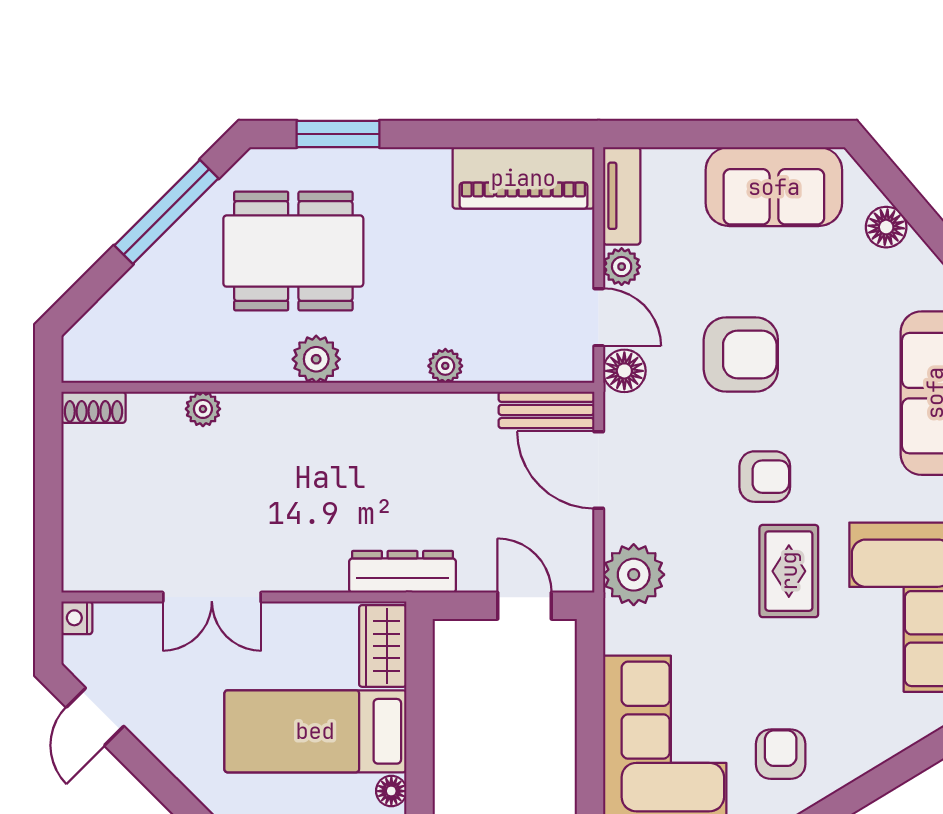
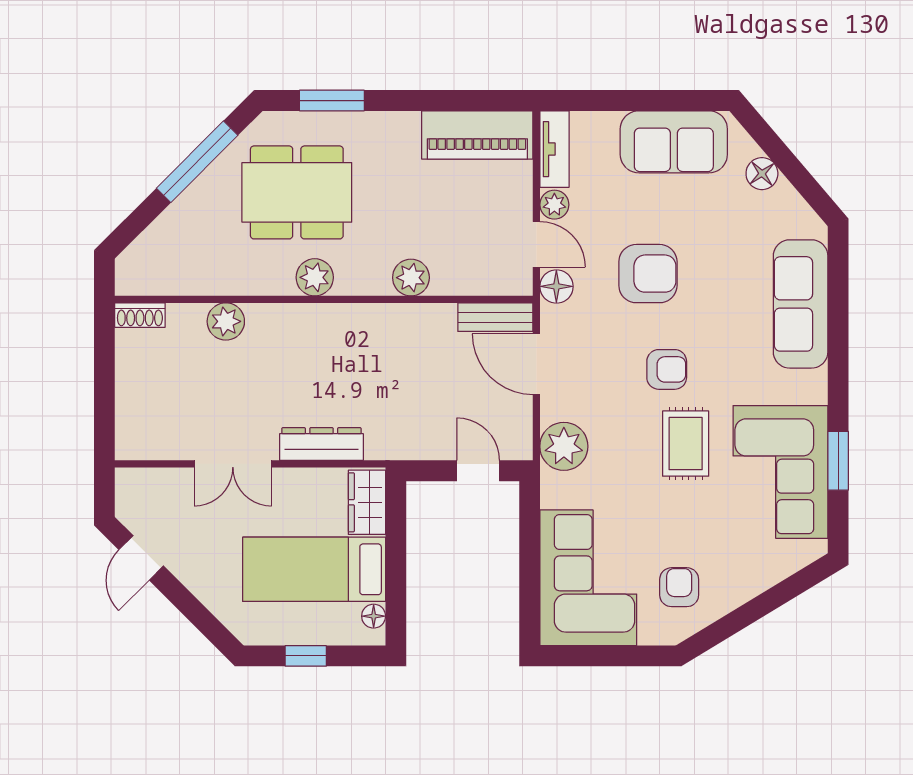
plant: (445, 366) -> (411, 278), width x1.38, depth x1.38
plant: (203, 409) -> (226, 321), width x1.38, depth x1.38
dresser: (403, 572) -> (321, 444), moved
nightstand: (77, 618) -> (127, 480), removed

